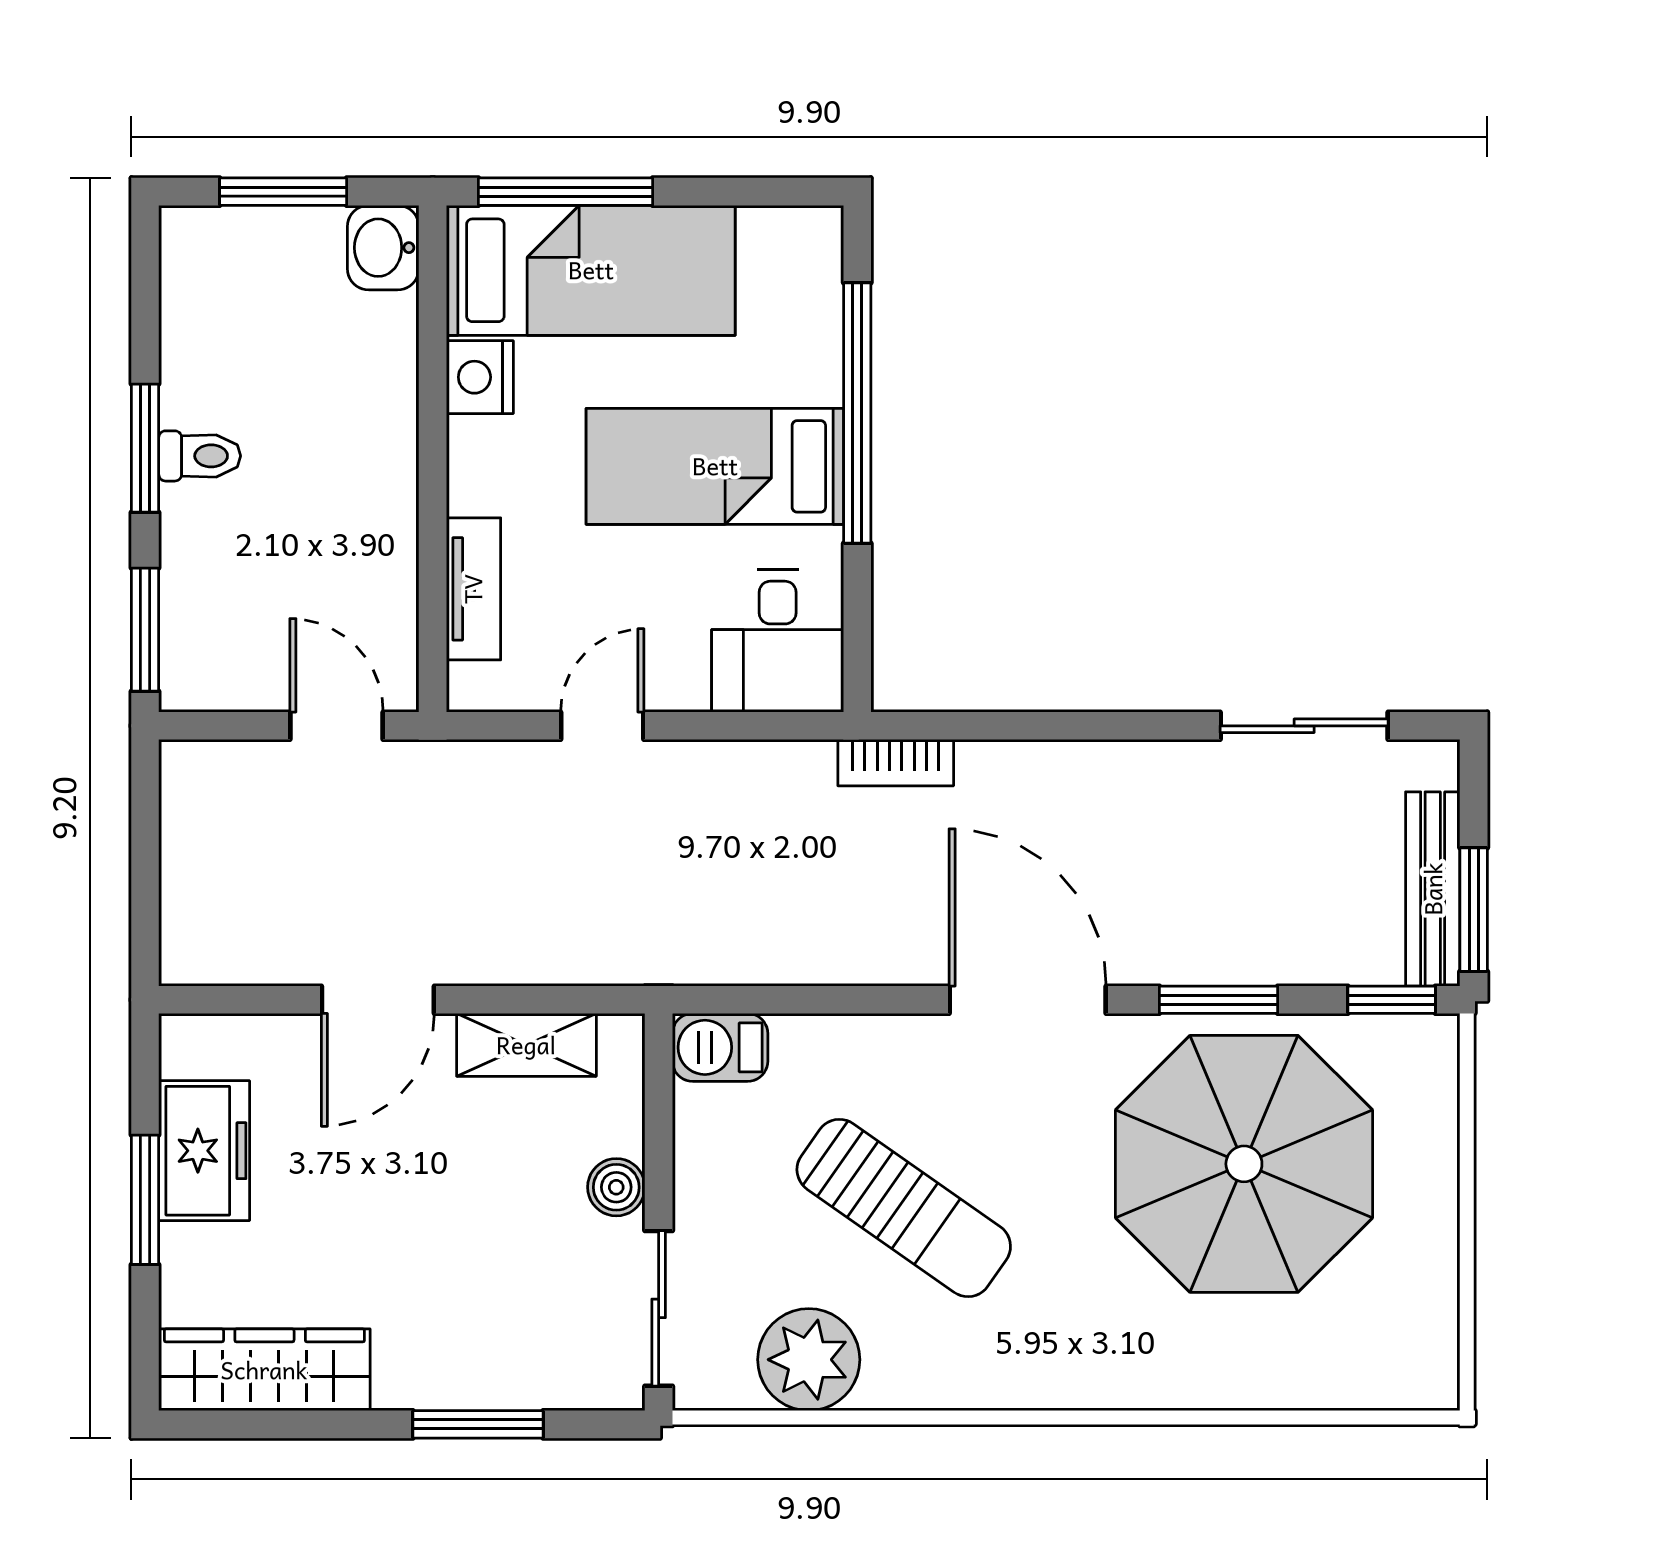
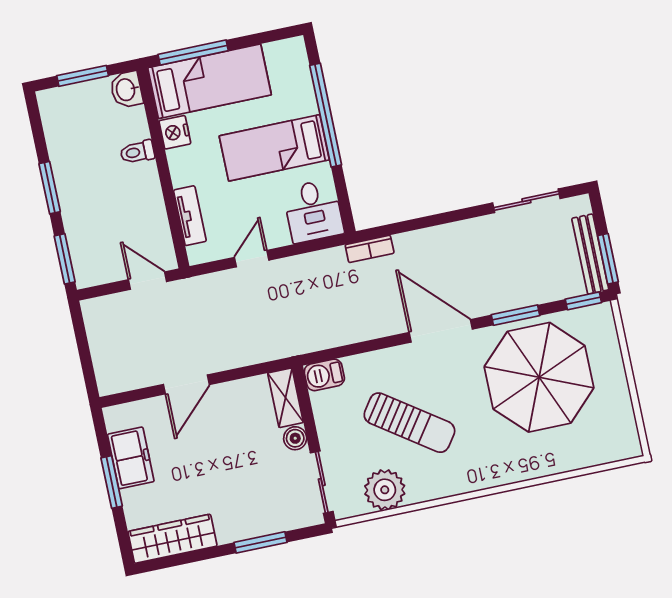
toilet: (200, 456) -> (137, 152), moved, turned 180
shelving: (526, 1045) -> (286, 398), moved, turned 90

